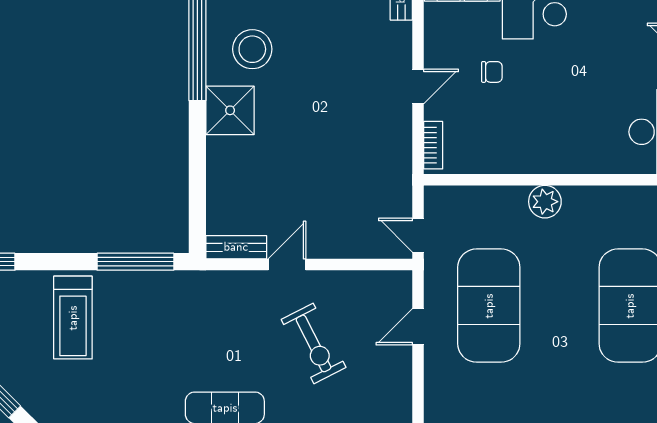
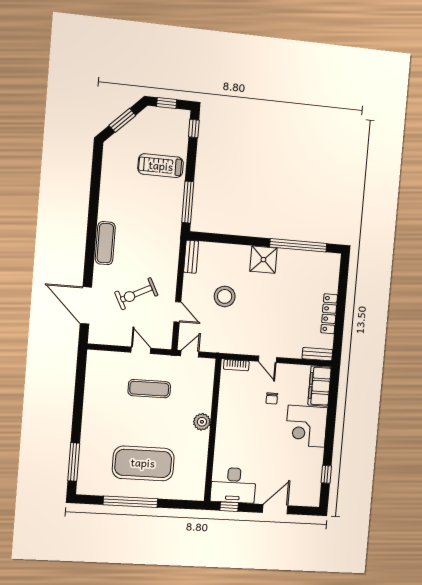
stool: (252, 49) -> (225, 296), moved
door: (287, 265) -> (177, 312), moved
exercise mat: (489, 306) -> (149, 389), width x0.50, depth x0.69

